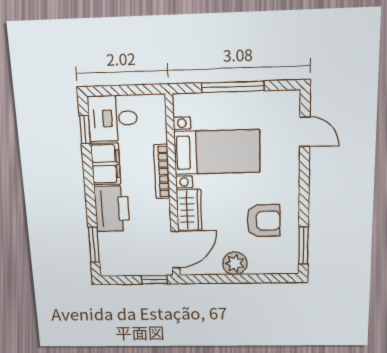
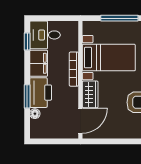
floor lamp: (105, 240) -> (35, 114), added
window: (94, 245) -> (27, 96), moved
plant: (235, 263) -> (119, 131), removed
window: (154, 280) -> (66, 141), removed

